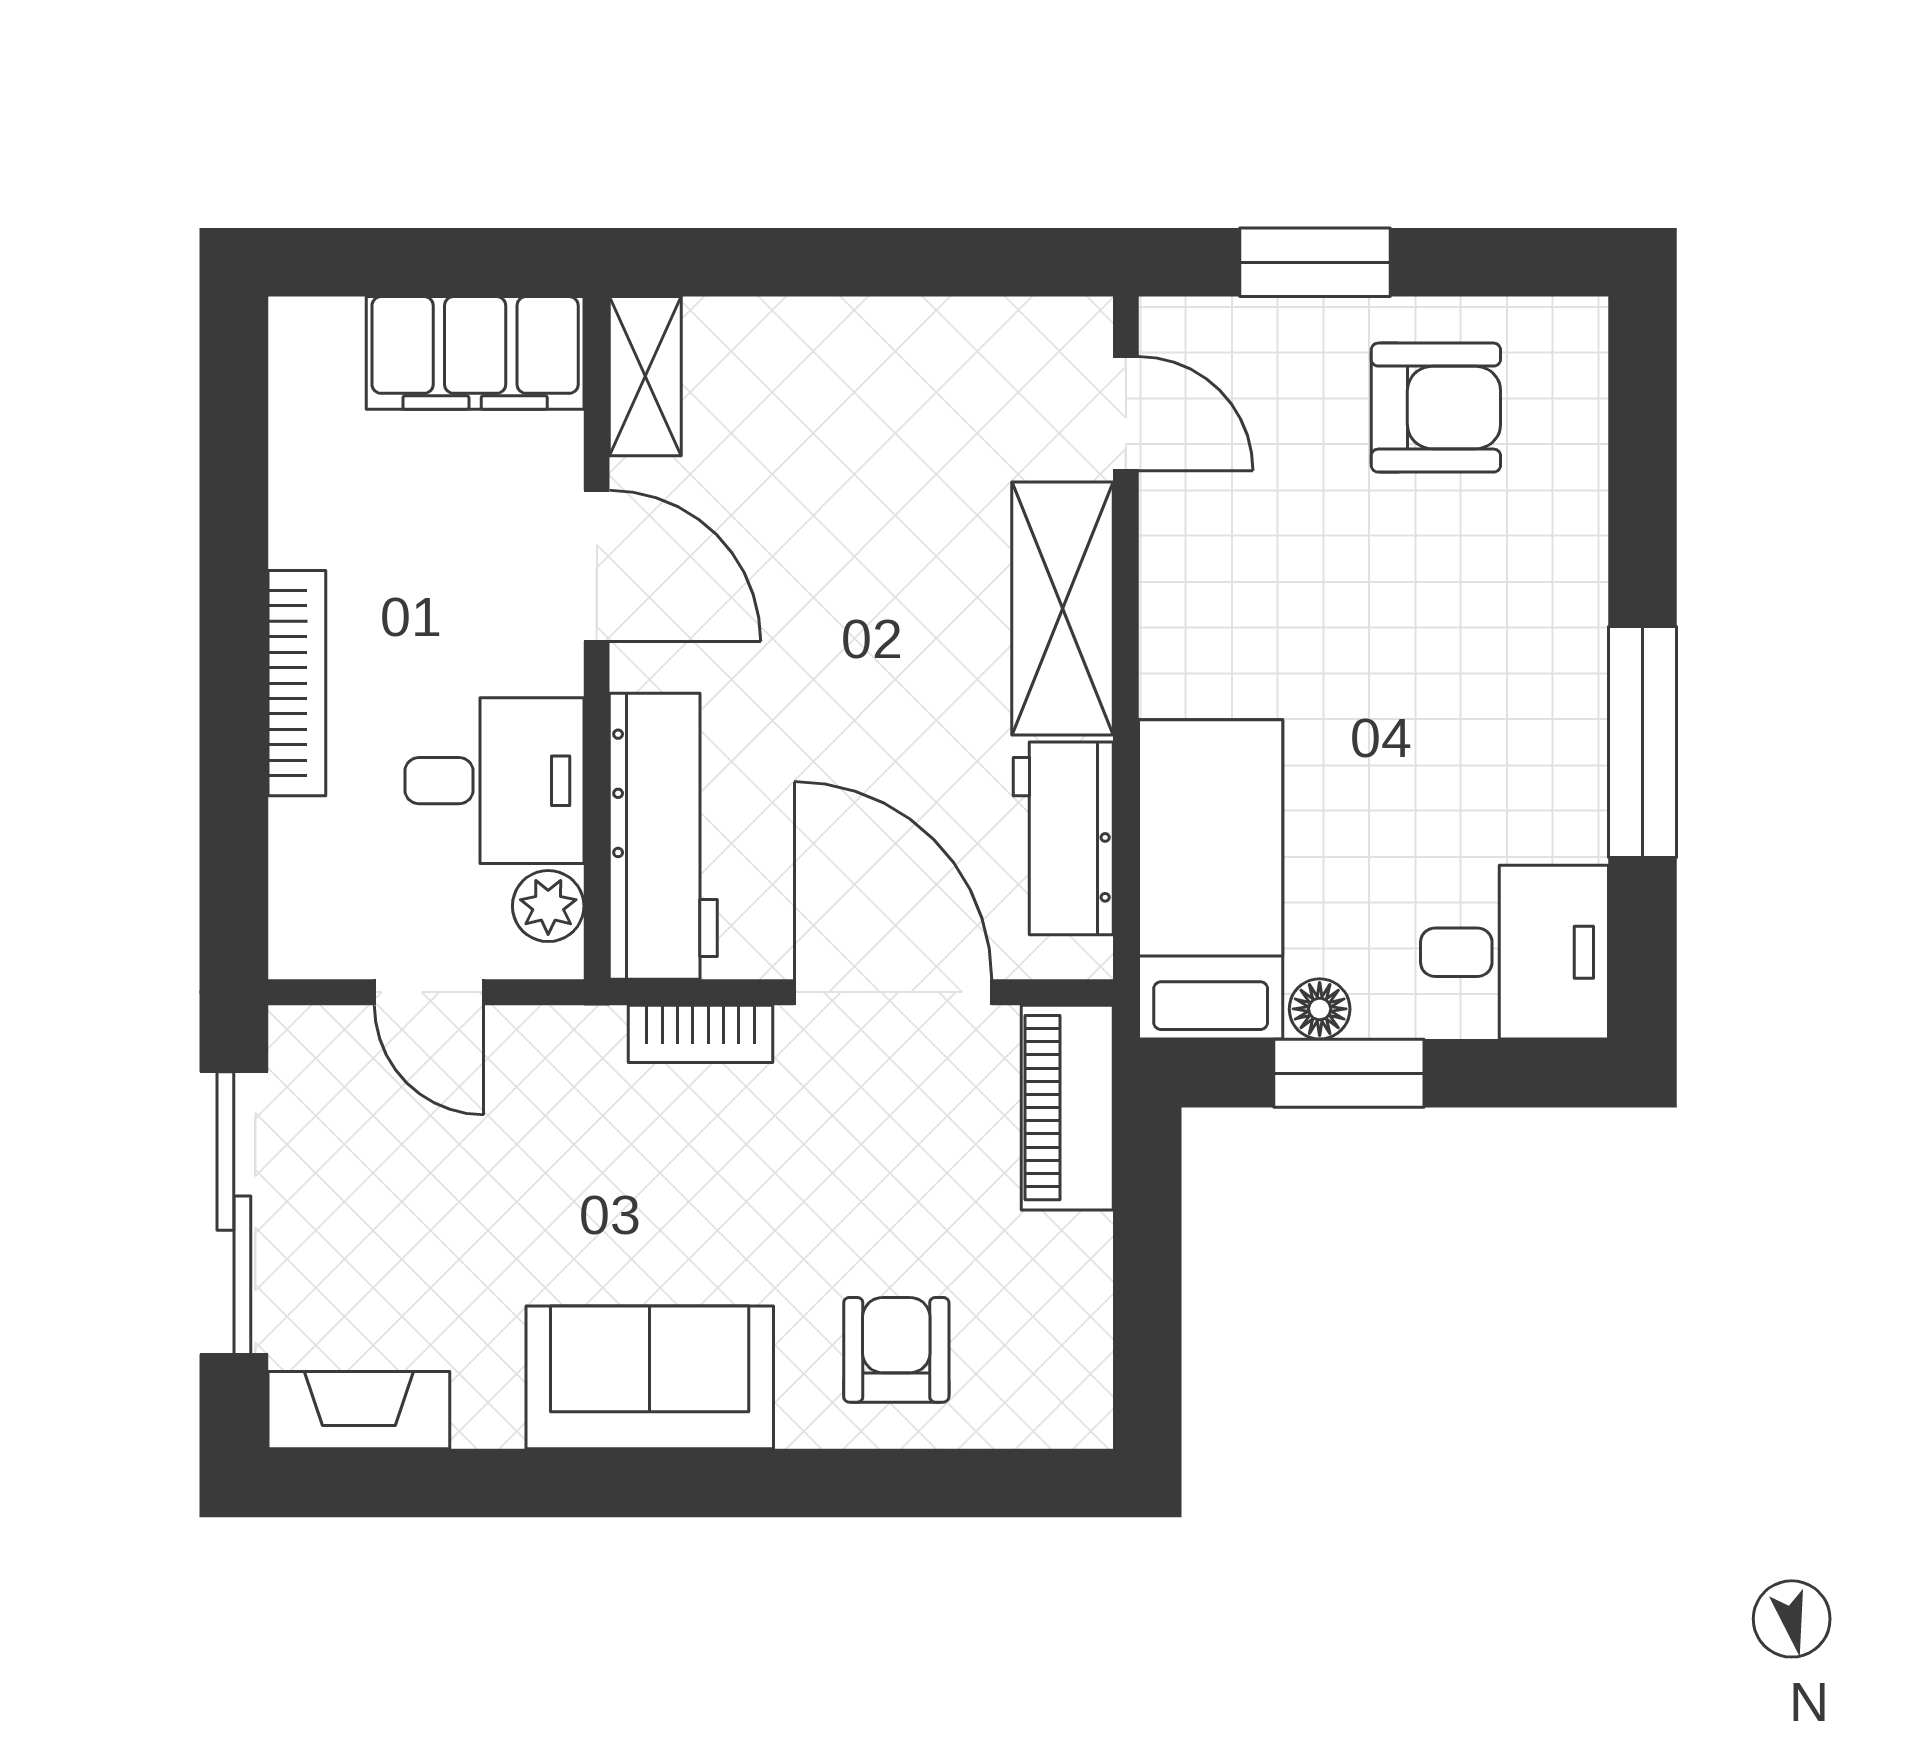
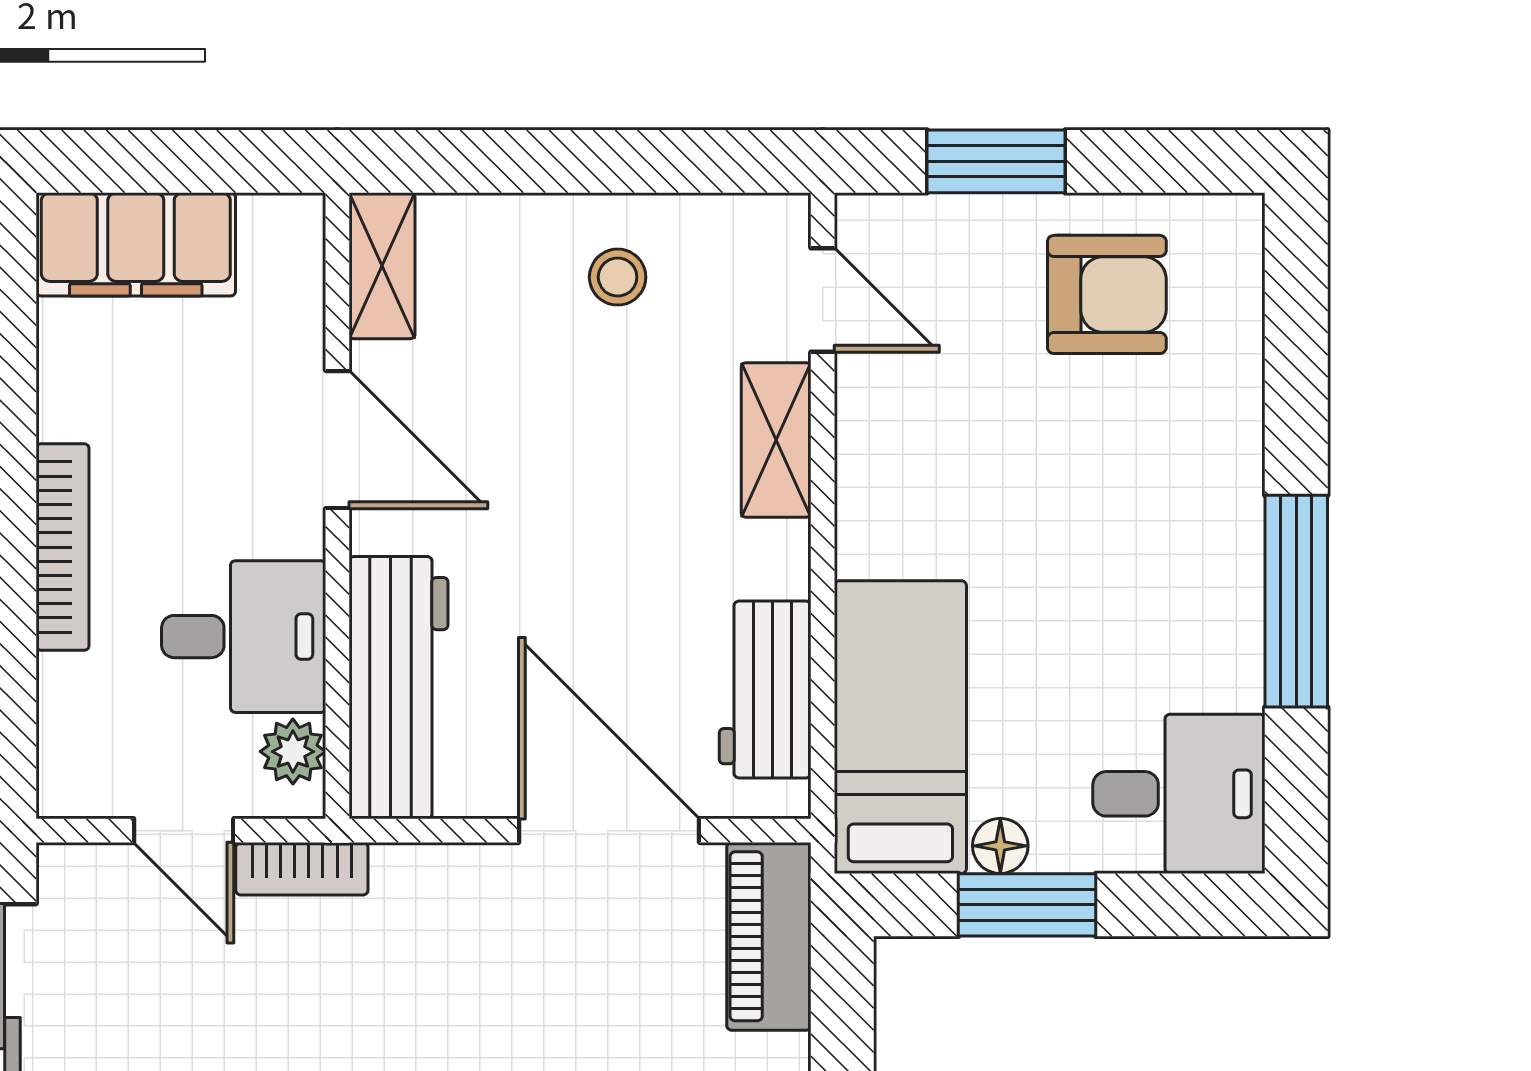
filing cabinet: (475, 353) -> (136, 244), moved
stool: (902, 389) -> (618, 277), added
shelving: (1062, 608) -> (776, 440), width x0.67, depth x0.75
bookcase: (701, 1034) -> (302, 869), moved

